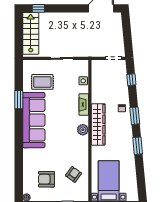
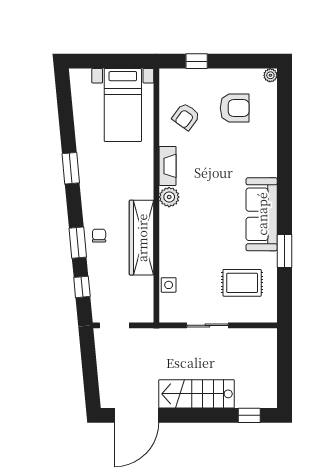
stairs: (31, 33) -> (197, 394), moved, turned 90
fireplace: (84, 104) -> (168, 166), moved
window: (135, 116) -> (78, 243), moved
sofa: (34, 120) -> (262, 214), width x0.74, depth x0.79
wardrobe: (98, 124) -> (142, 238), moved

